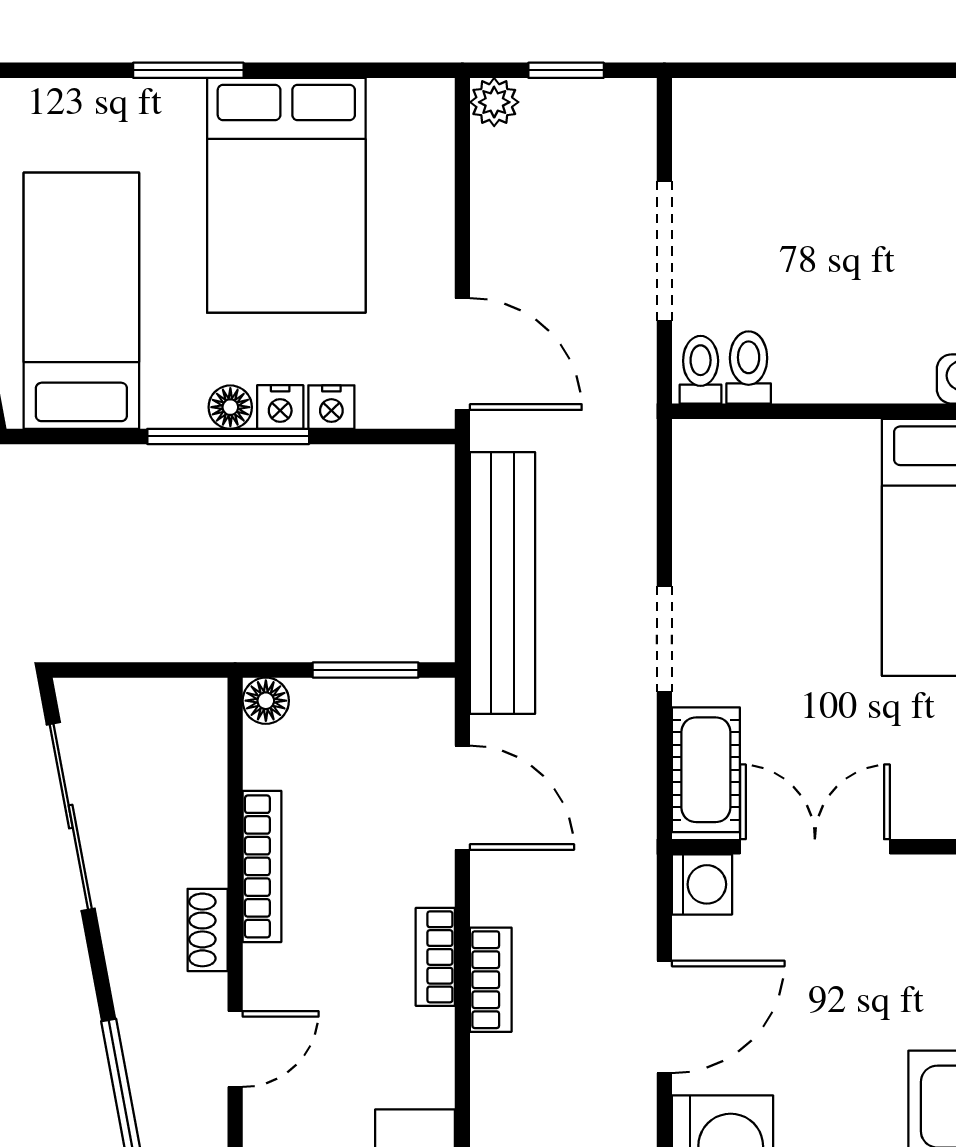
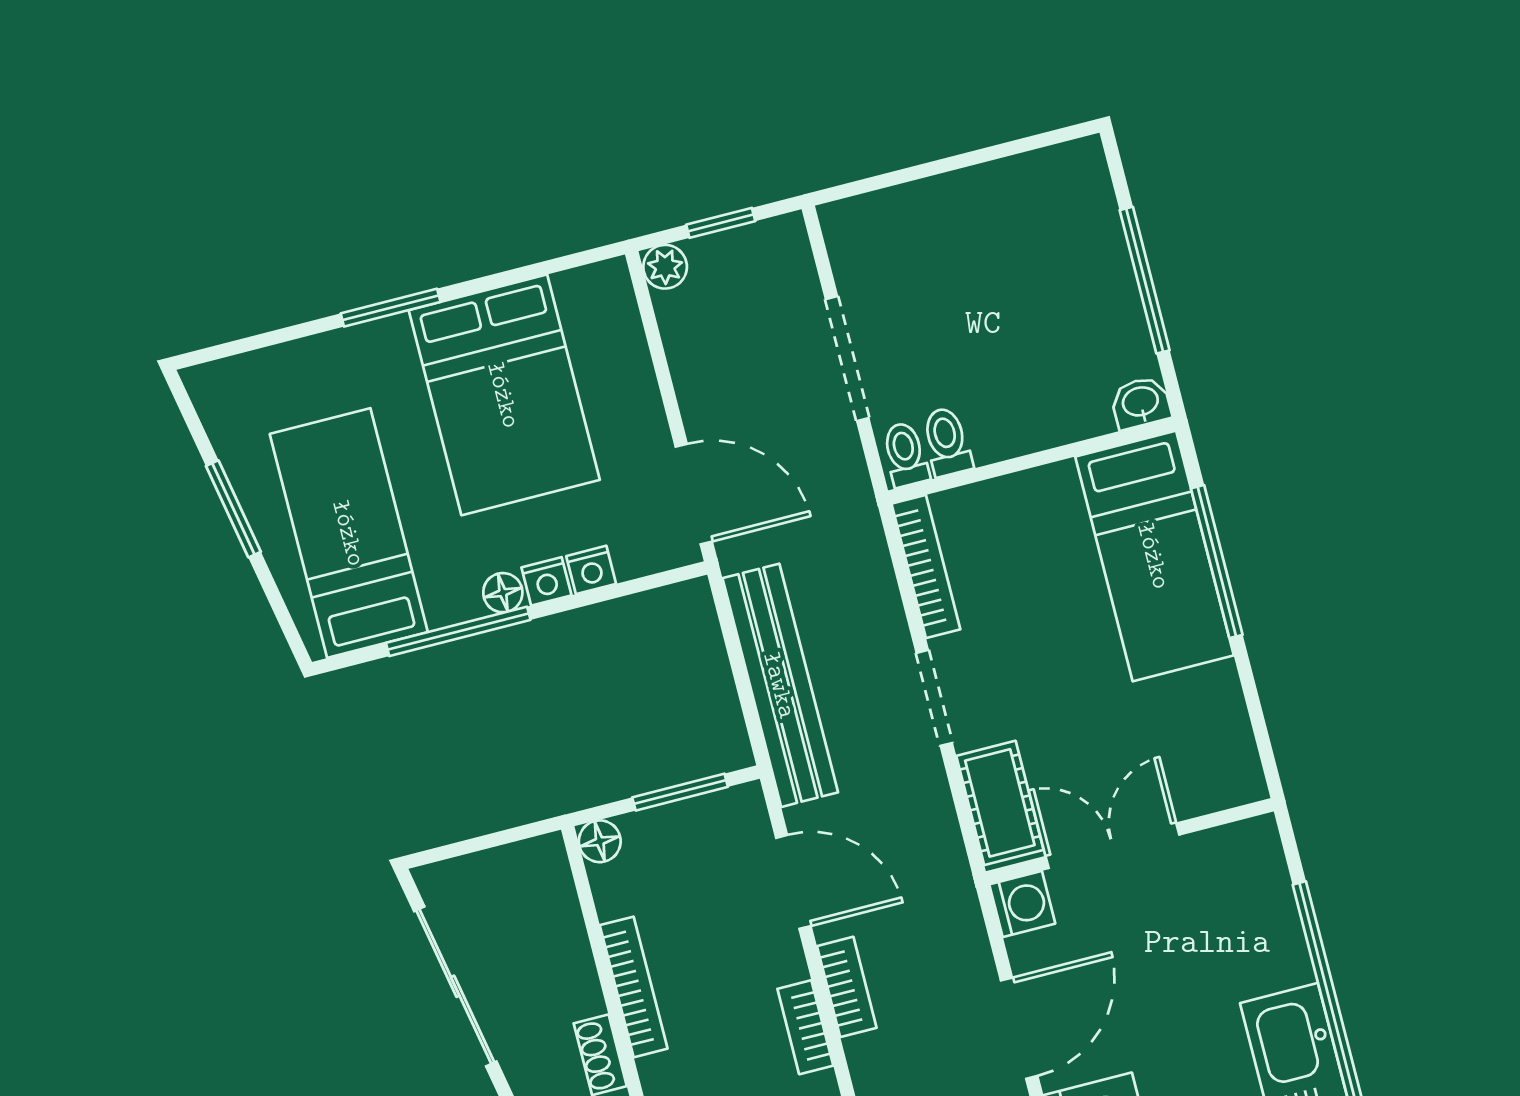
window: (228, 436) -> (458, 631), moved
bookcase: (692, 496) -> (926, 567), added
bookcase: (491, 980) -> (847, 987), moved

